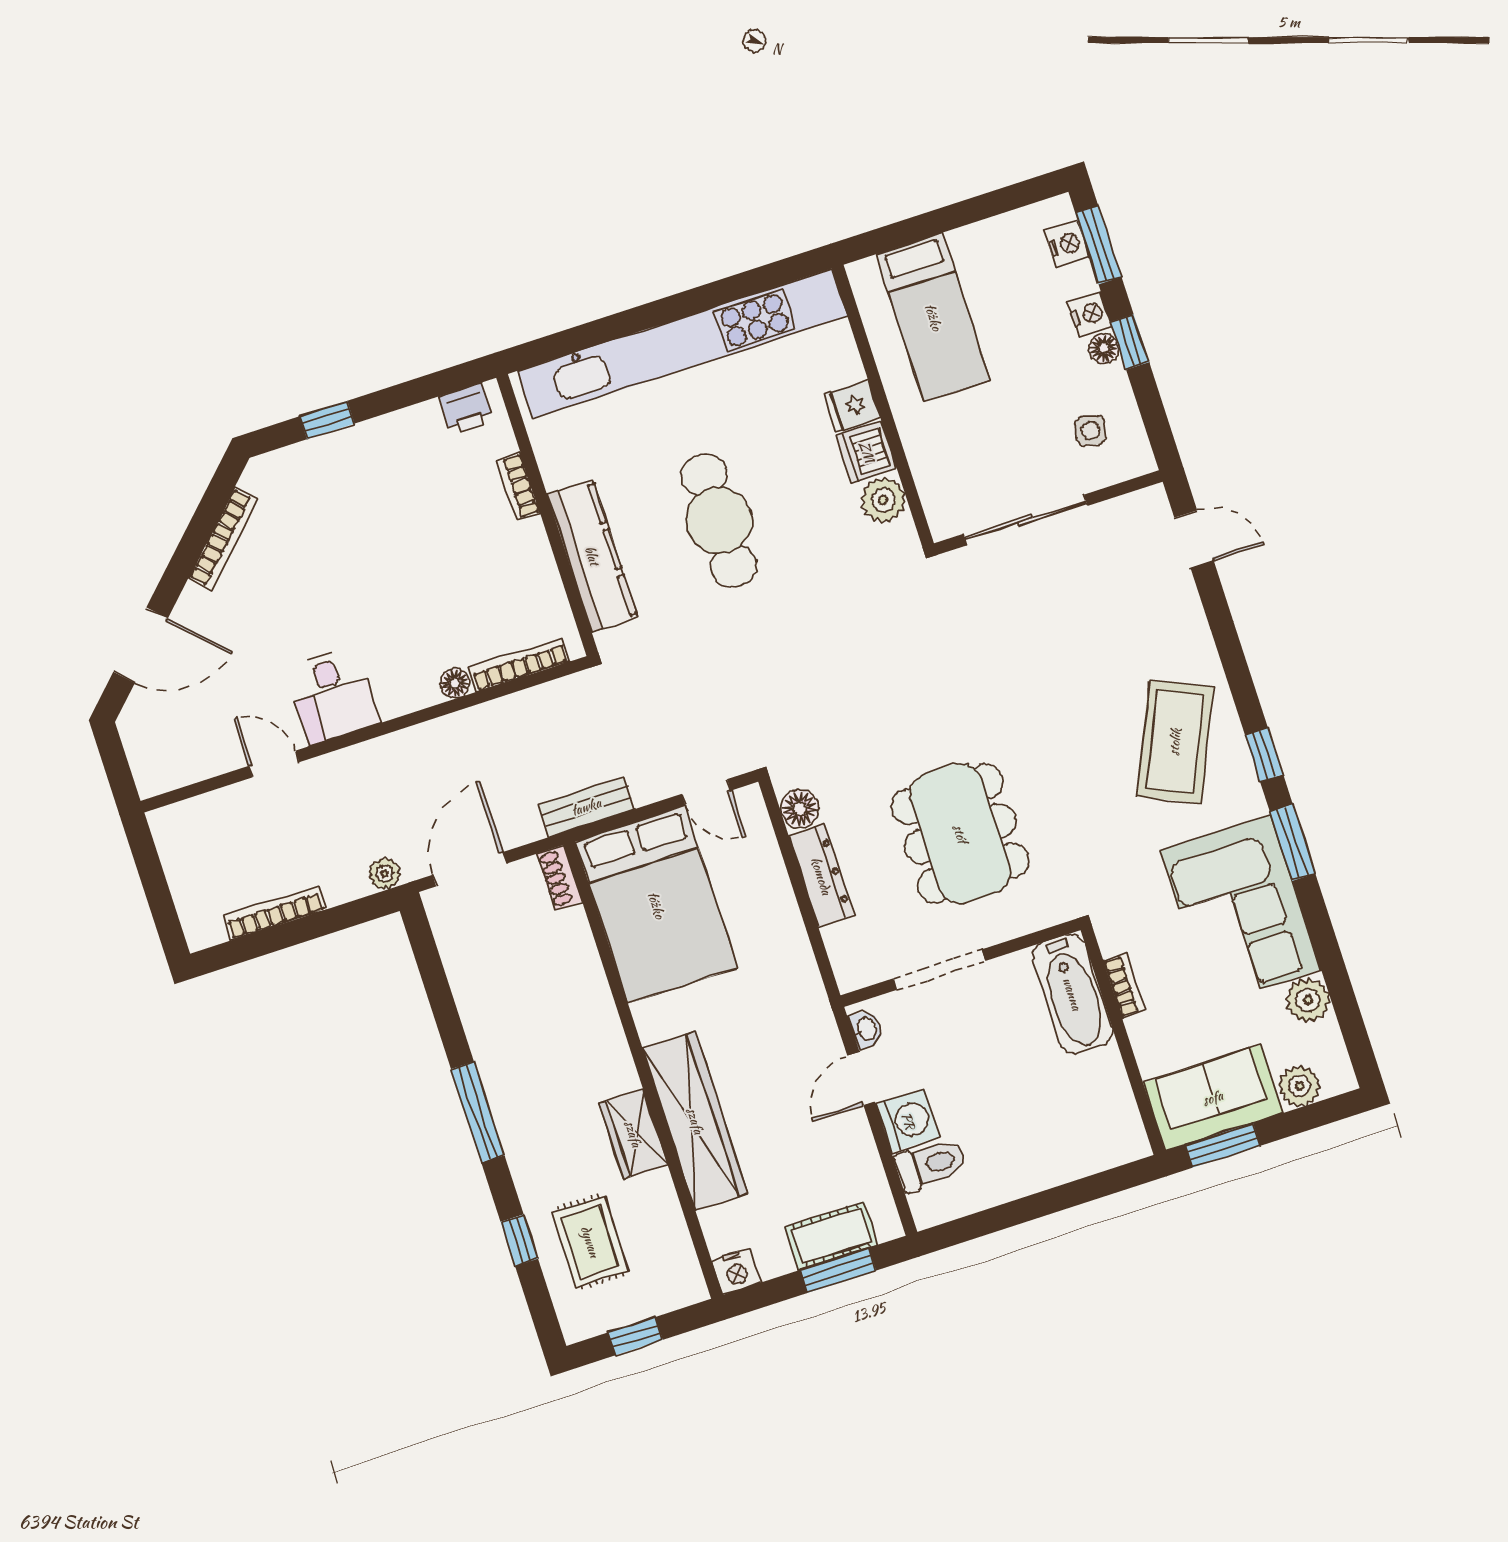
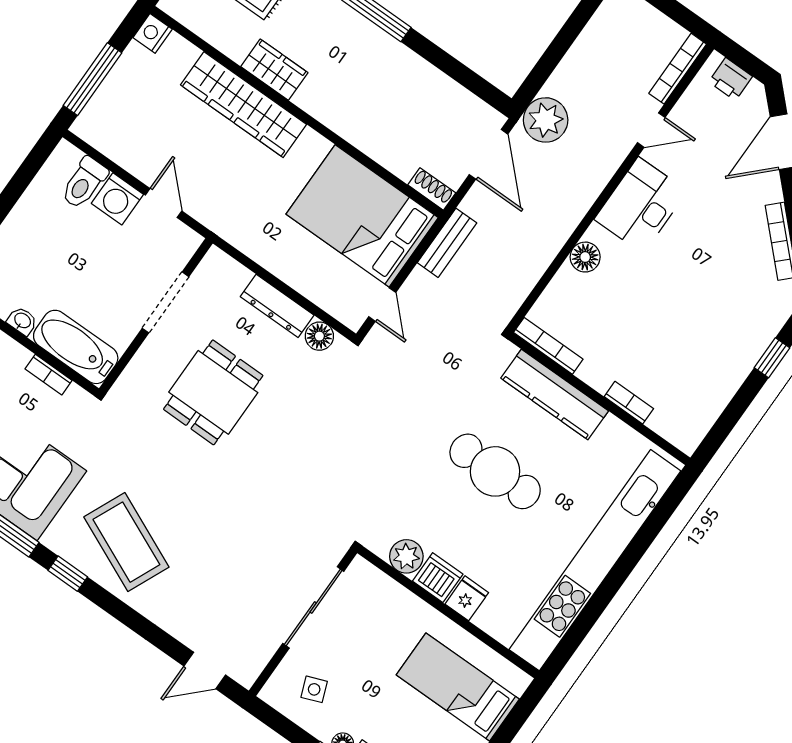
printer: (466, 409) -> (730, 79), moved, turned -90
side table: (1091, 430) -> (314, 689), turned -35
bookcase: (519, 665) -> (548, 346), moved, turned -90
floor lamp: (455, 683) -> (585, 257), width x1.37, depth x1.37
desk: (333, 696) -> (641, 205), width x1.37
door: (706, 792) -> (382, 305), swing flipped
dining table: (960, 834) -> (213, 392), width x0.73
plant: (385, 874) -> (546, 120), width x1.88, depth x1.88
bookcase: (275, 913) -> (678, 69), moved, turned 180
washbasin: (866, 1029) -> (22, 321), moved, turned 180
cot: (831, 1236) -> (112, 97), removed
window: (838, 1270) -> (92, 79), width x1.44

